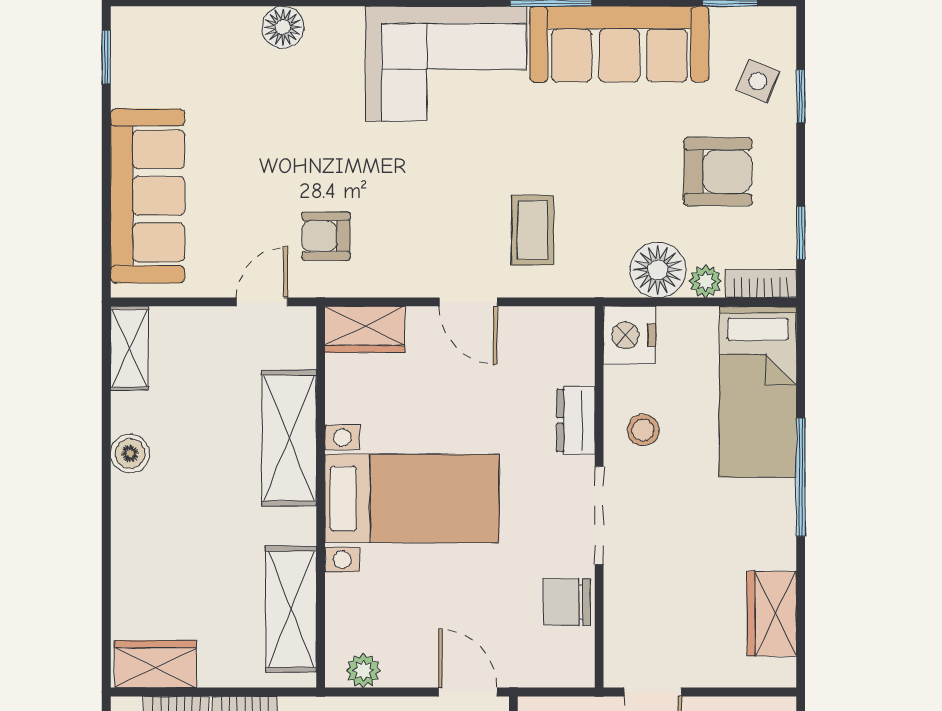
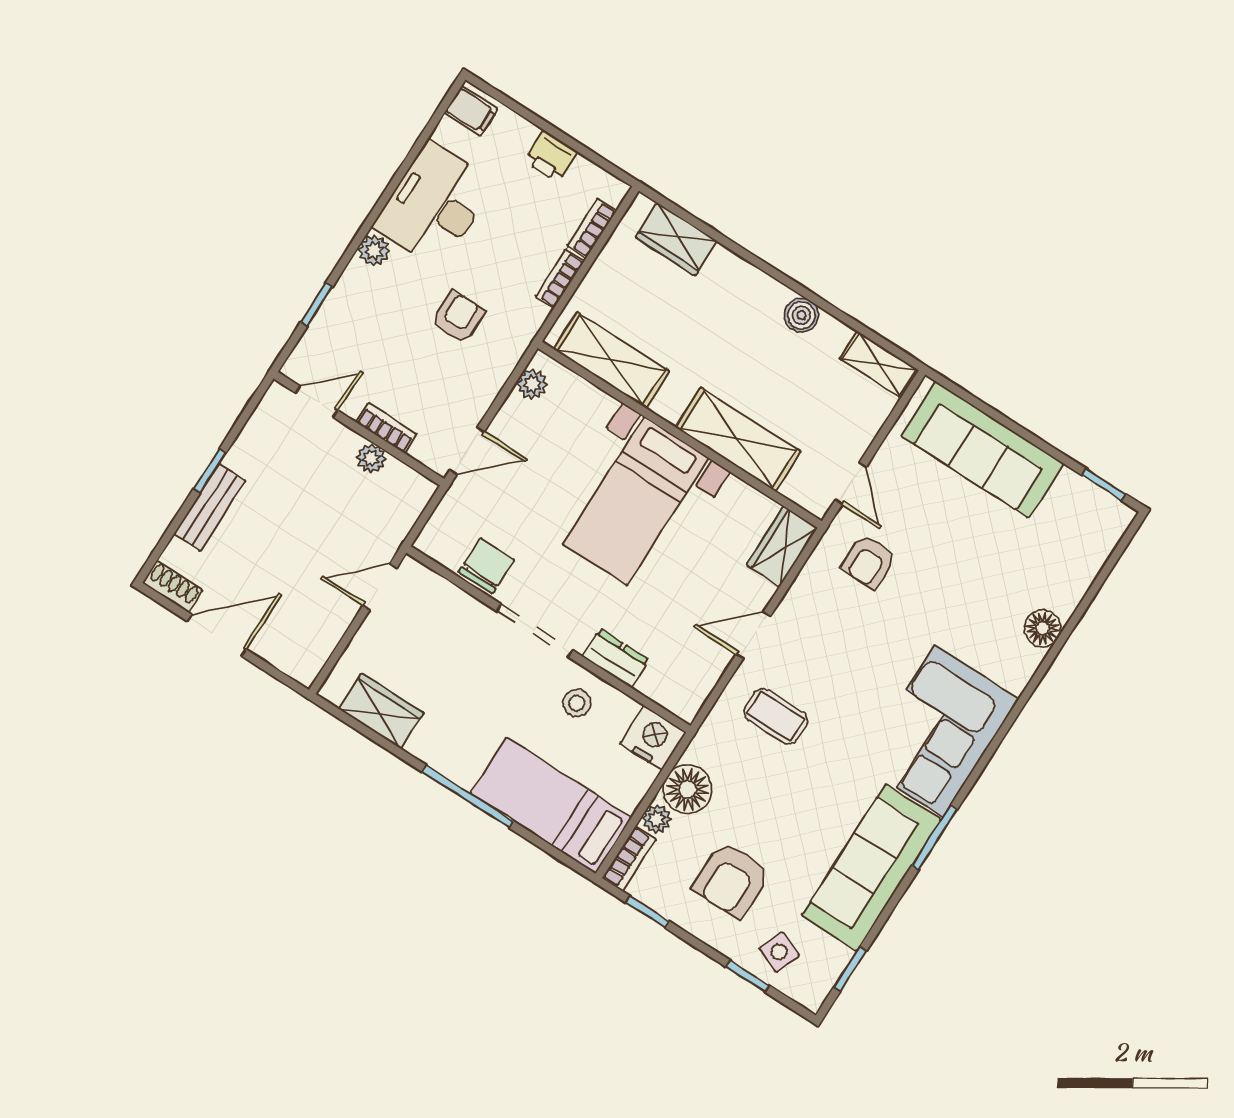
armchair: (326, 236) -> (869, 562), turned 180
wardrobe: (155, 664) -> (676, 239), moved, turned 90

